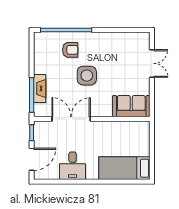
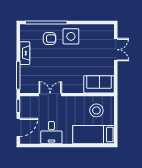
side table: (87, 76) -> (71, 36), moved
fireplace: (40, 88) -> (25, 53), moved
double door: (71, 119) -> (50, 95), width x0.73
stool: (128, 138) -> (96, 110), added

